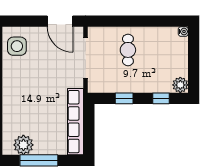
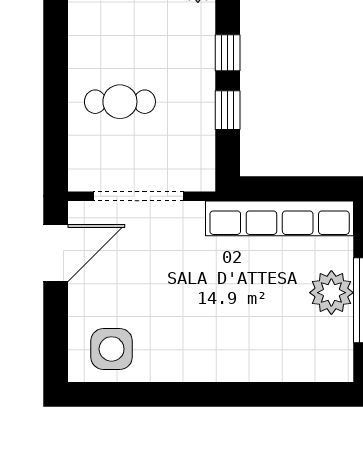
window: (161, 98) -> (228, 53), moved
plant: (23, 145) -> (331, 293), moved

